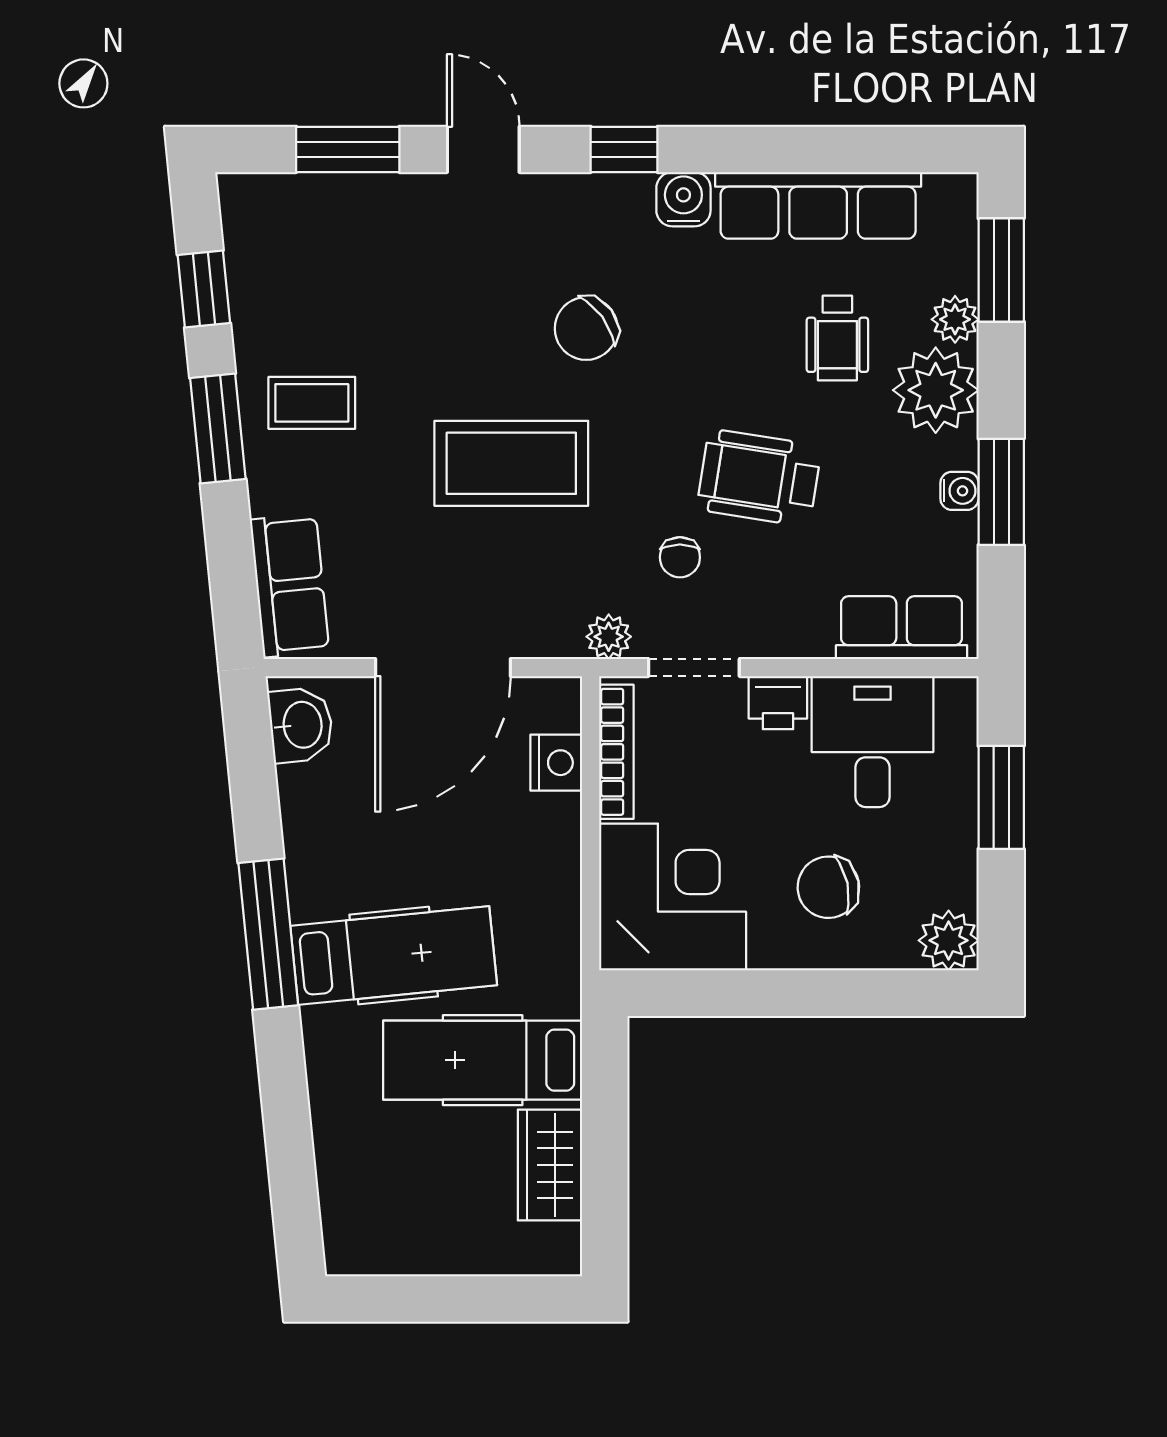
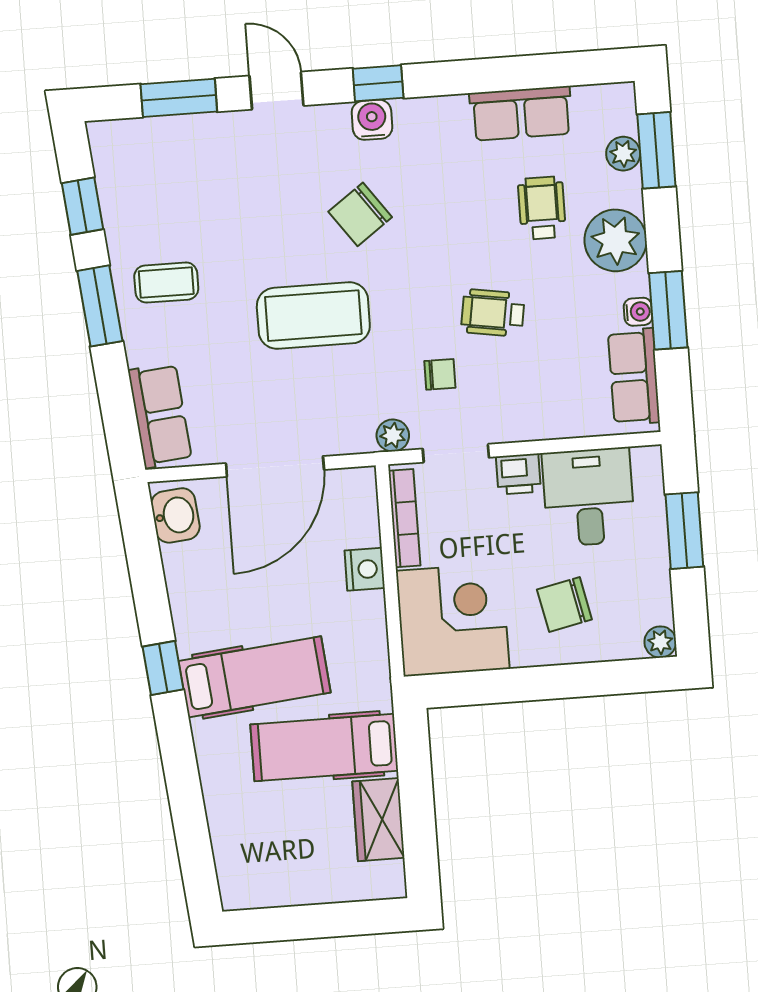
water cooler: (683, 199) -> (372, 120), moved
row of seats: (818, 205) -> (521, 113), width x0.68
plant: (955, 319) -> (623, 154), moved
wheelchair: (837, 338) -> (542, 208), turned 180
wheelchair: (759, 478) -> (493, 313), width x0.73, depth x0.73
chair: (680, 557) -> (440, 374), turned -90
row of seats: (902, 628) -> (634, 377), moved, turned -90
nightstand: (556, 763) -> (365, 569), moved
window: (268, 934) -> (163, 668), width x0.46
plant: (949, 940) -> (660, 642), width x0.73, depth x0.73

